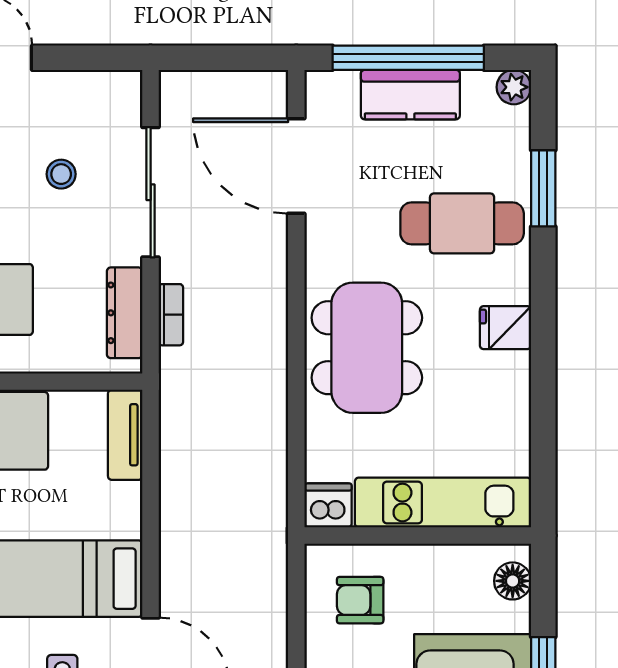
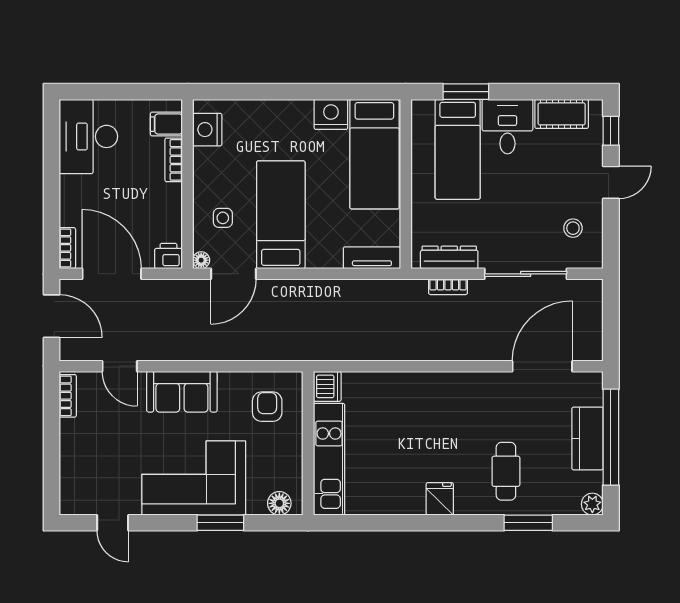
stool: (61, 174) -> (573, 228), moved
cafe table: (462, 223) -> (506, 471), width x0.73, depth x0.74
dining table: (367, 348) -> (427, 411), removed

